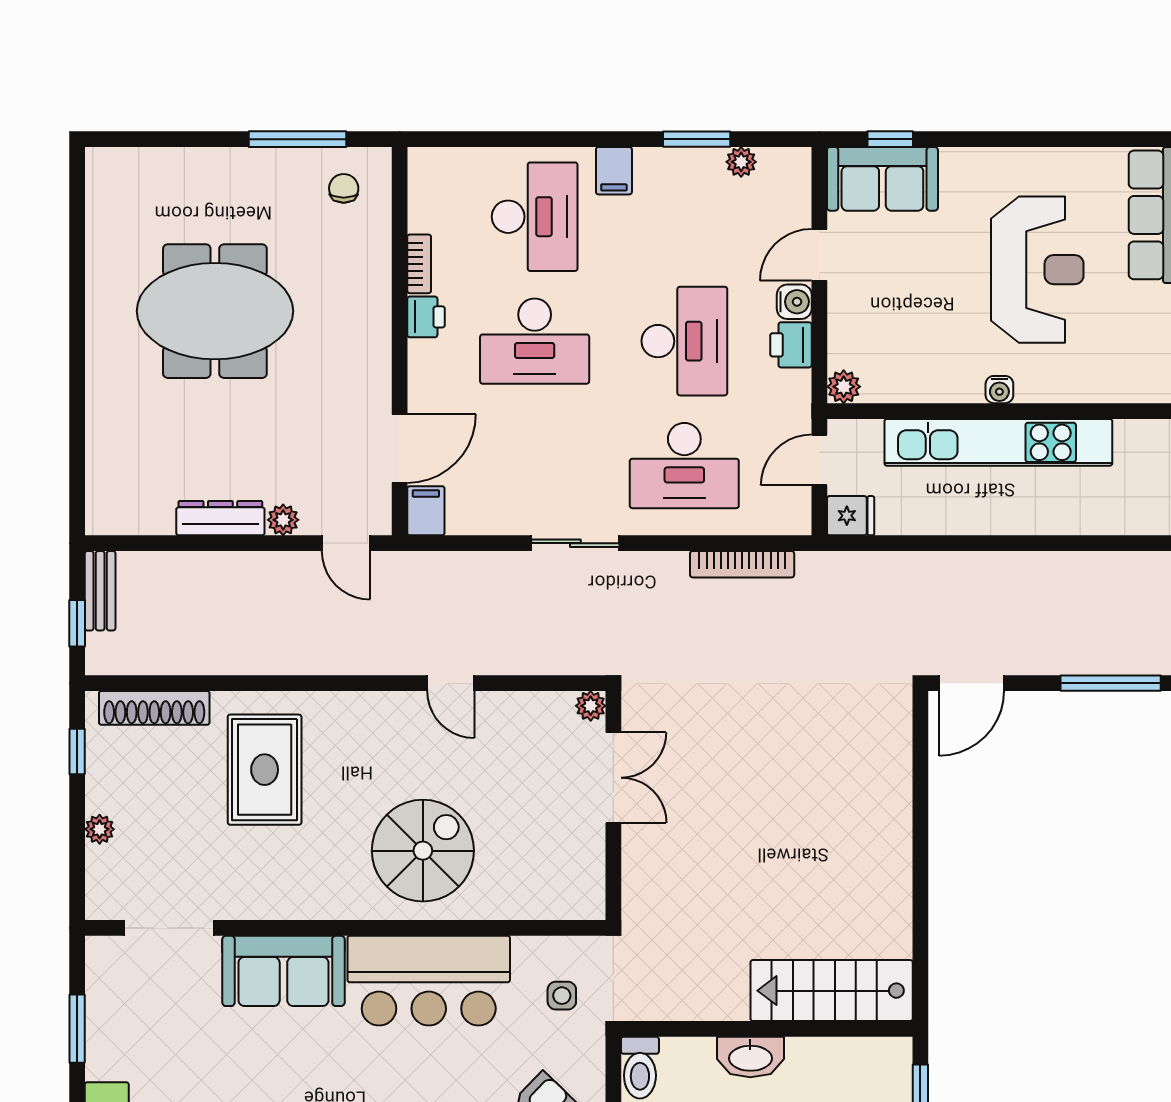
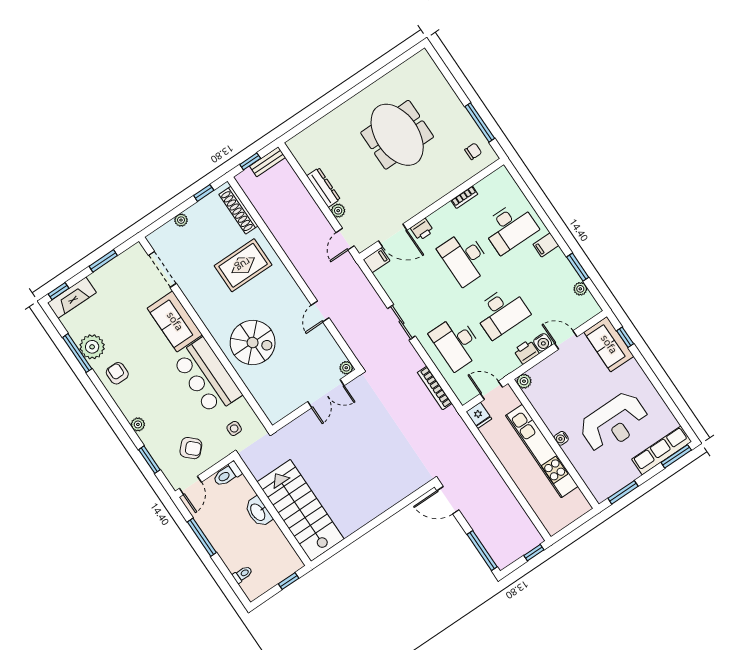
printer: (426, 317) -> (422, 230), moved
stairs: (832, 991) -> (301, 510), width x1.36, depth x1.51

